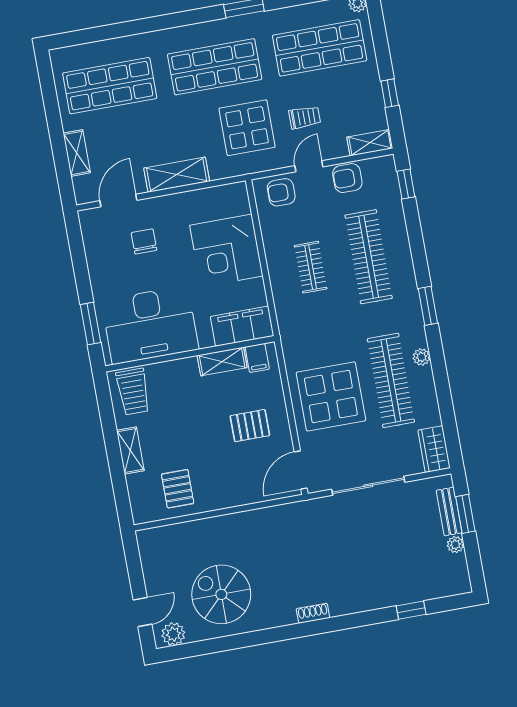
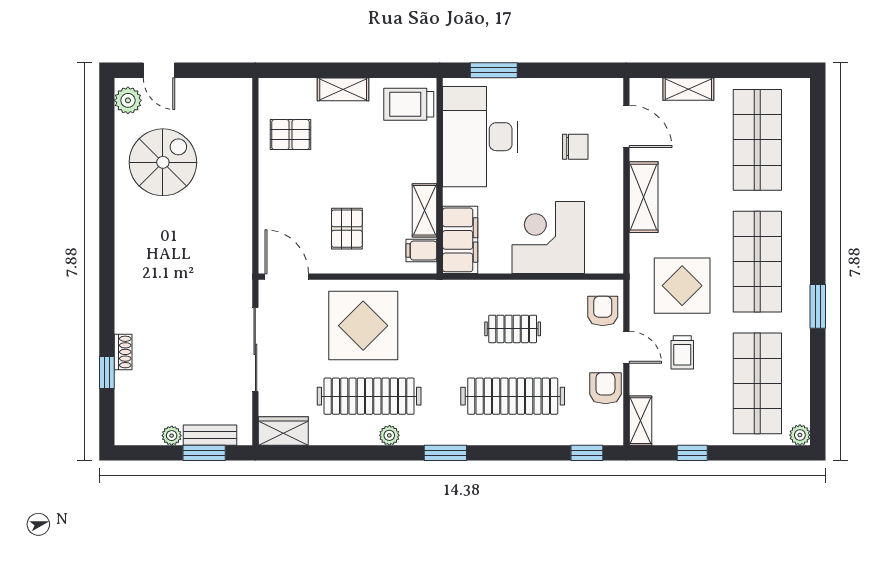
shoe rack: (313, 613) -> (123, 352), moved

